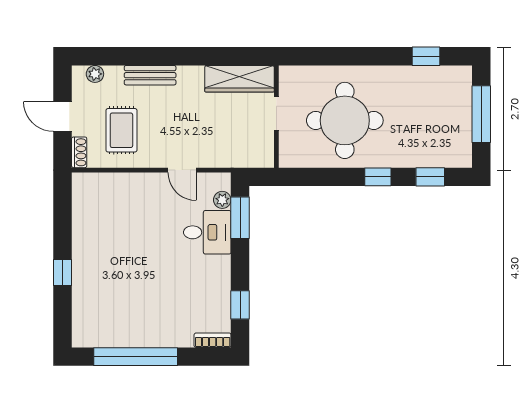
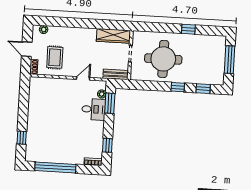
window: (426, 56) -> (188, 29), moved
bench: (150, 75) -> (116, 74), moved
door: (182, 170) -> (83, 78), swing flipped
window: (63, 273) -> (22, 138), moved

